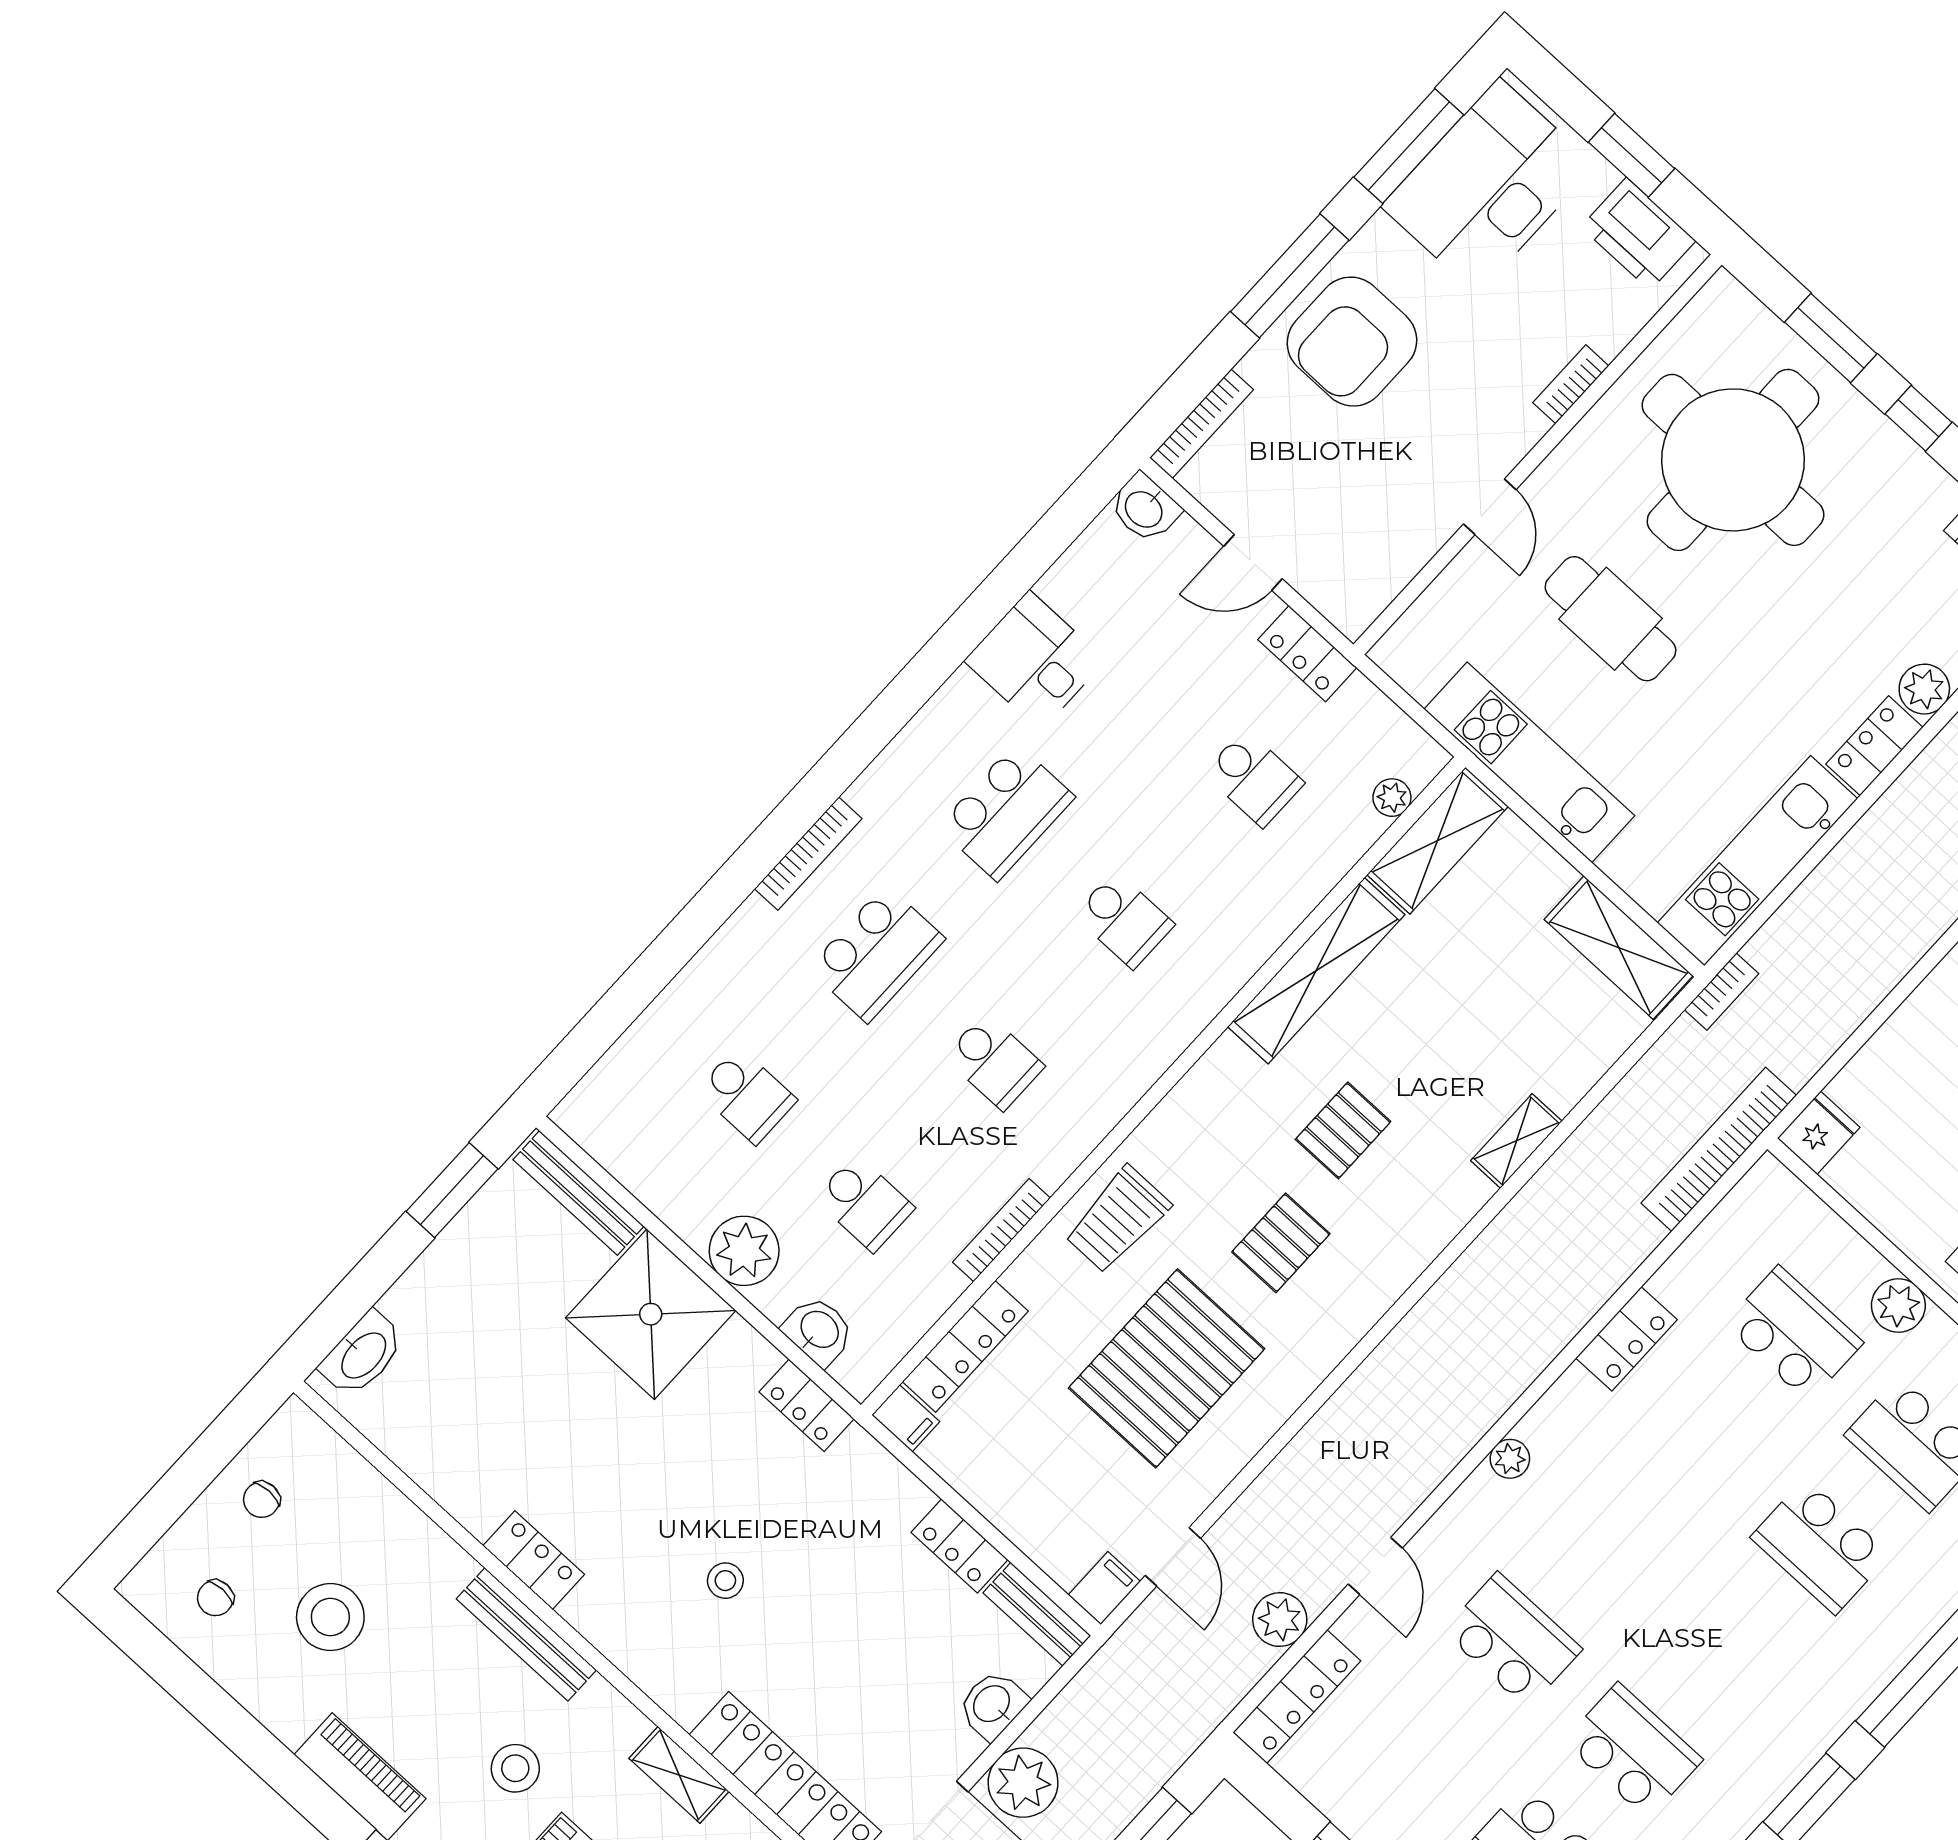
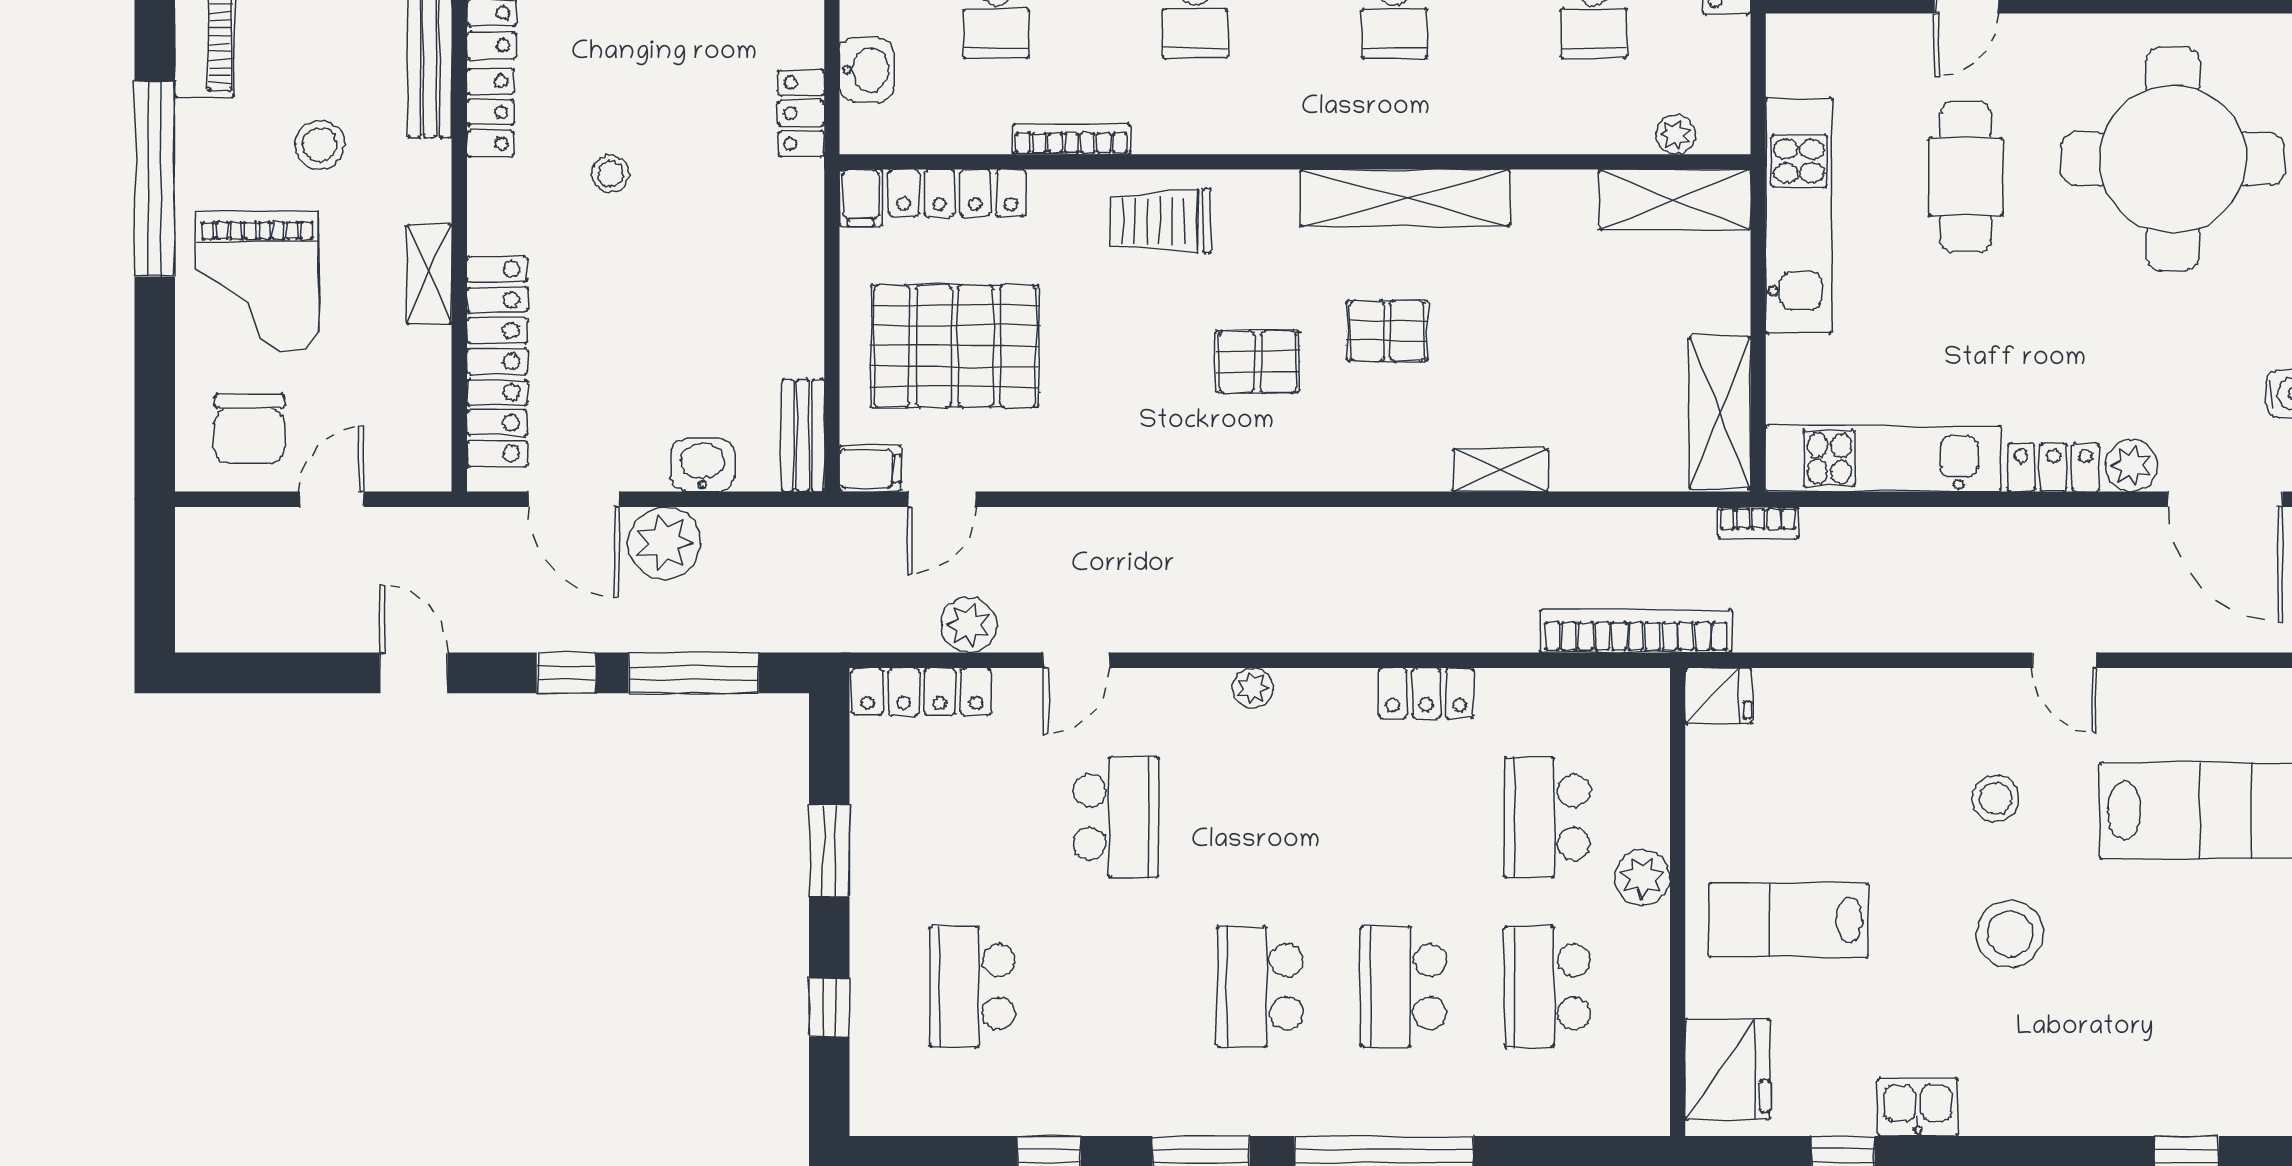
shelving: (1316, 971) -> (1405, 198), moved
school desk: (1793, 1334) -> (1547, 817), turned 180
pallet: (1167, 1368) -> (955, 346), moved
locker: (959, 1546) -> (490, 112), moved, turned 180
school desk: (1633, 1751) -> (1260, 987), moved, turned 180

